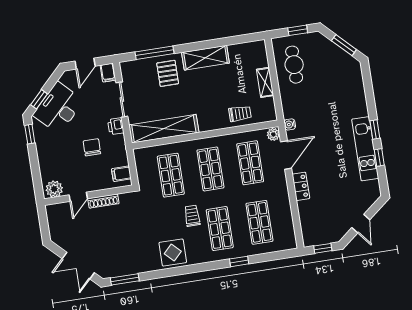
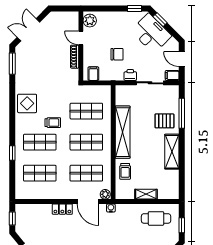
shelving: (164, 129) -> (123, 132), moved

